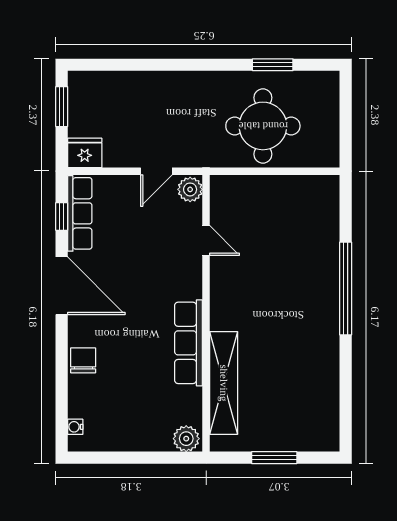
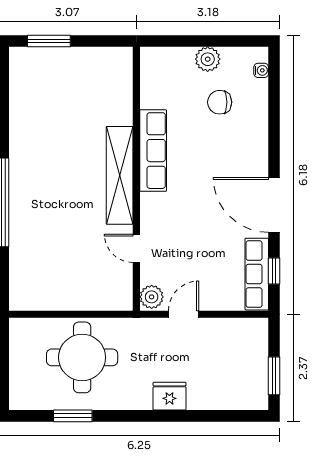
fridge: (85, 153) -> (169, 396), moved, turned 180
chair: (83, 360) -> (220, 102), moved, turned 90
shelving: (224, 383) -> (120, 175), moved
plant: (186, 439) -> (208, 59), moved
window: (274, 458) -> (49, 41), moved

